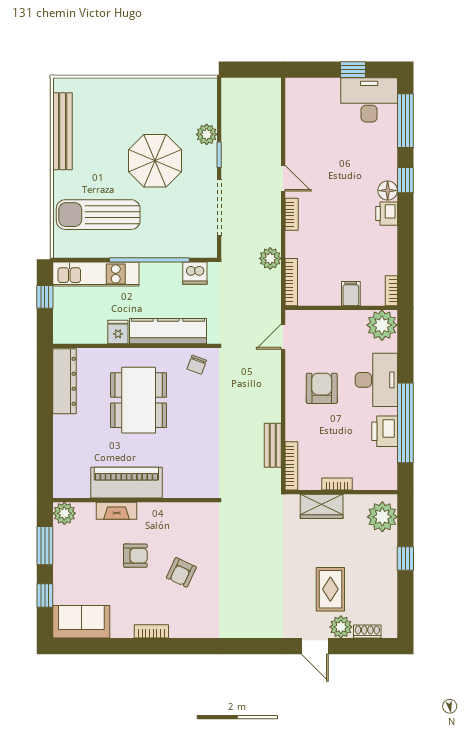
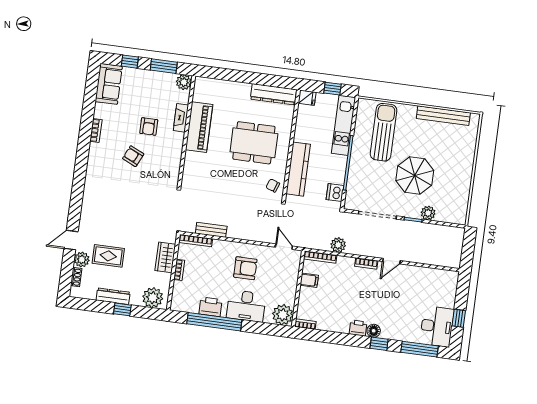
filing cabinet: (351, 294) -> (309, 280), moved
fridge: (118, 332) -> (307, 98), moved
dresser: (388, 574) -> (113, 296), added

